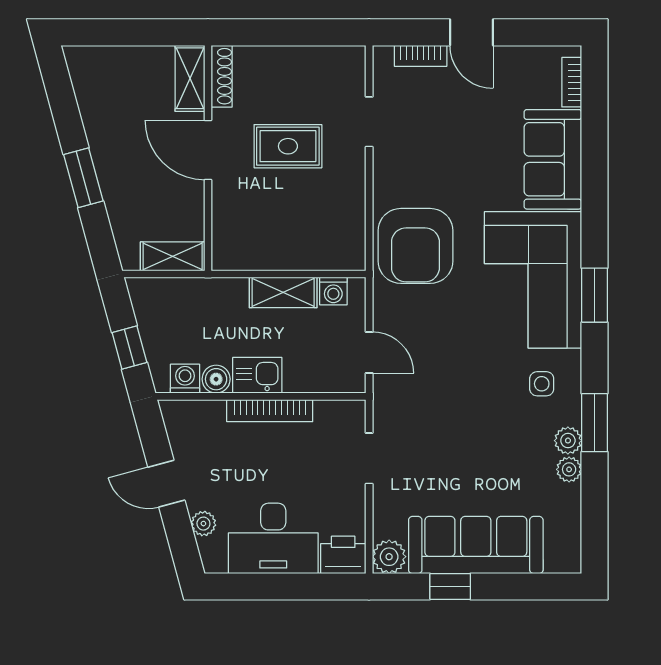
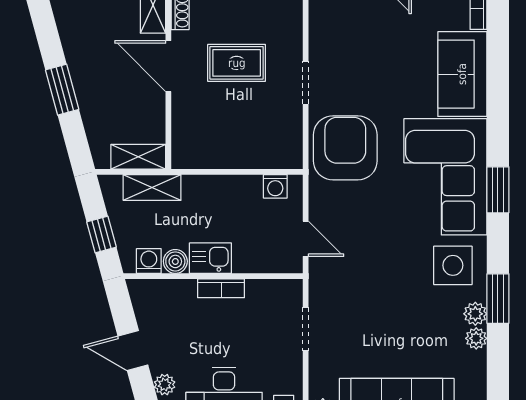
doorway: (369, 122) -> (306, 83), moved
armchair: (415, 246) -> (345, 148), turned 180
shelving: (283, 292) -> (152, 188), moved
side table: (542, 384) -> (453, 265), width x1.87, depth x1.87
bookcase: (270, 411) -> (221, 288), width x0.64

